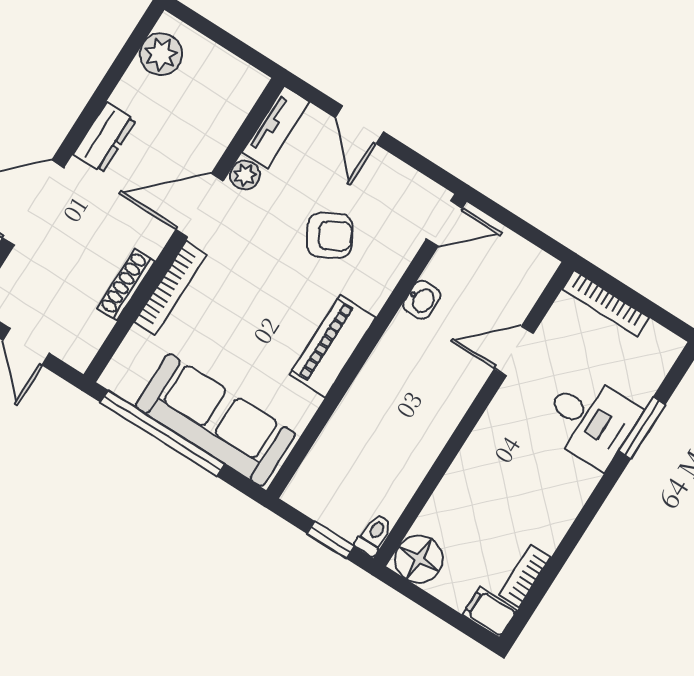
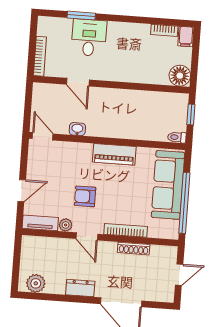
door: (200, 205) -> (87, 236), width x0.73
armchair: (330, 235) -> (85, 196), moved, turned -61
toilet: (374, 535) -> (177, 137), moved

